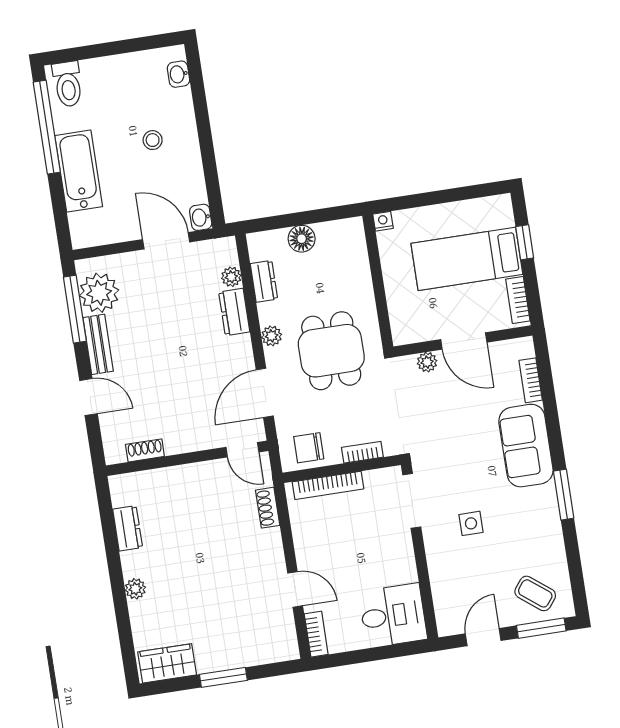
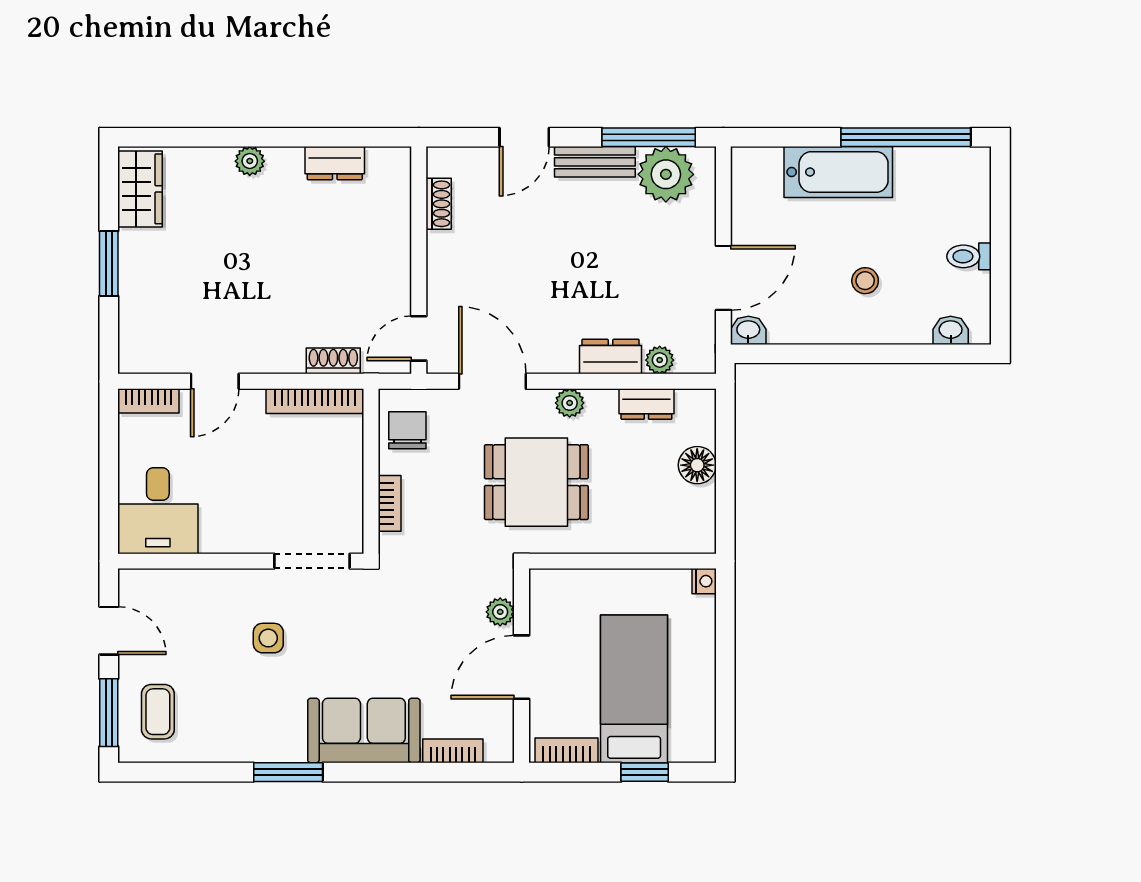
toilet: (68, 84) -> (969, 256), moved, width x0.73, depth x0.72
bookcase: (328, 485) -> (315, 401), moved, turned -90
coffee table: (535, 593) -> (158, 712), turned -38

